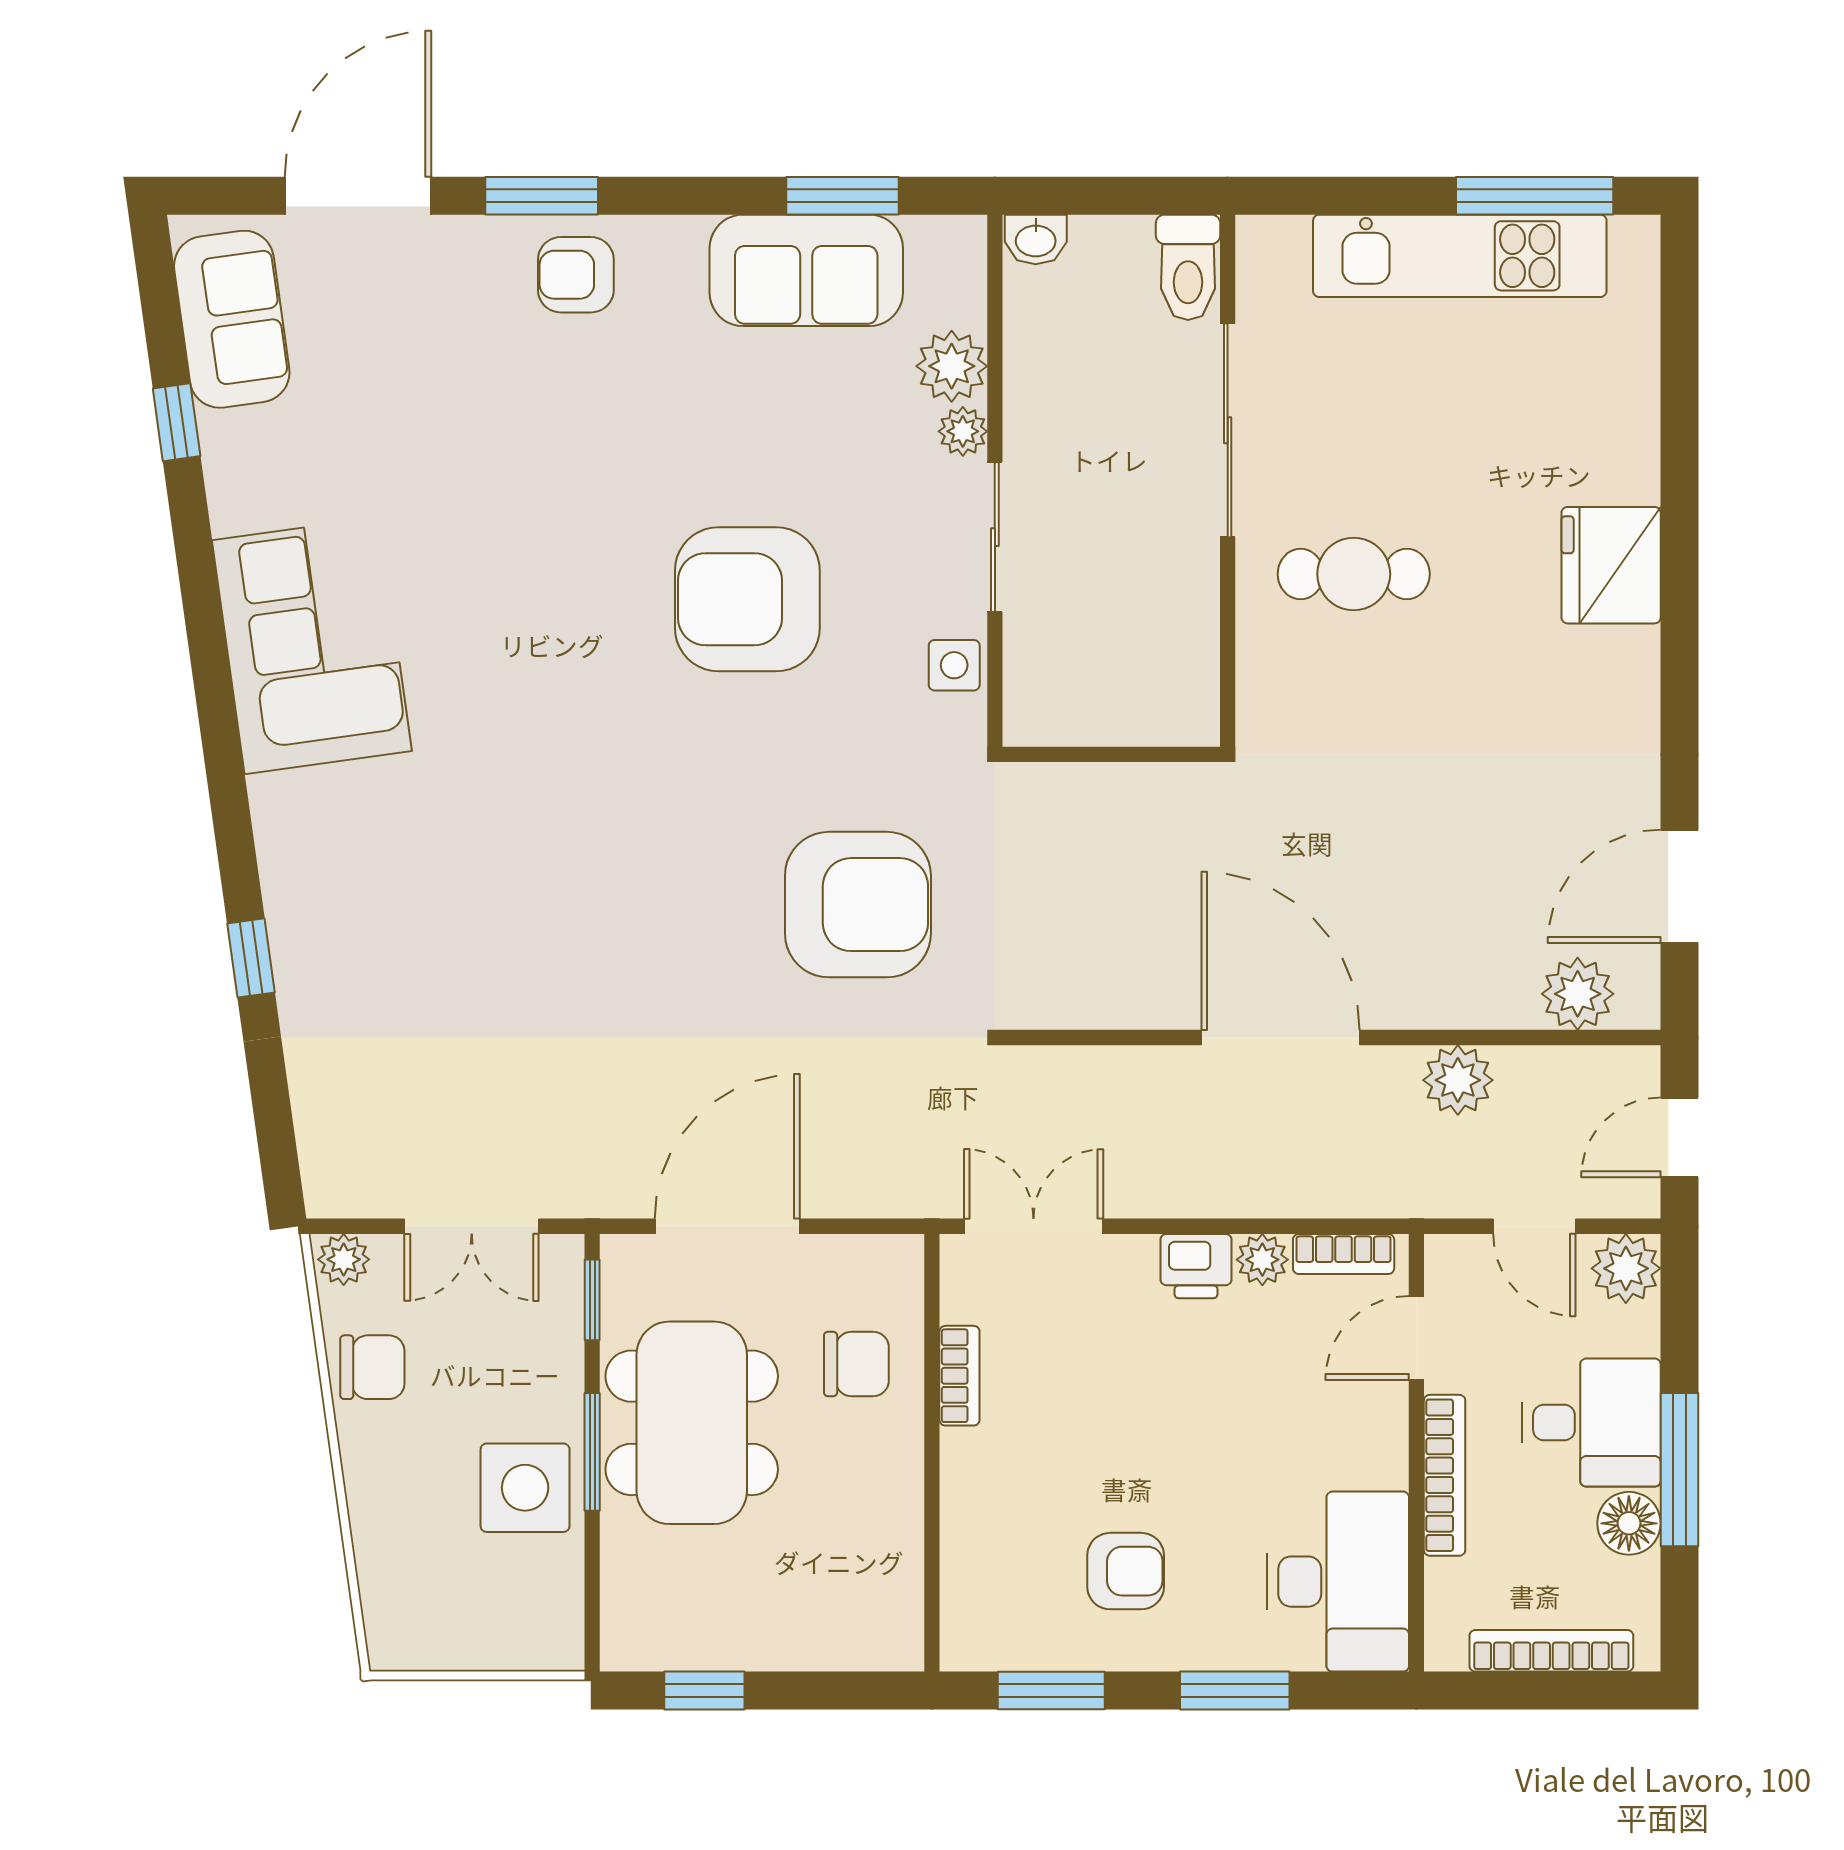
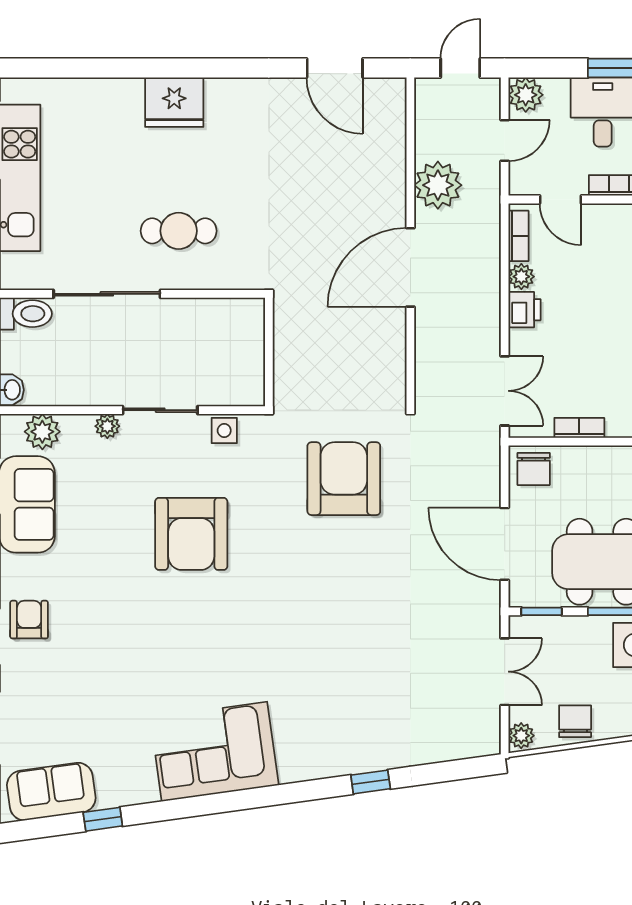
armchair: (576, 275) -> (29, 620), turned 180
plant: (952, 366) -> (42, 432), moved
cafe table: (1354, 574) -> (179, 231), turned 90
plant: (1578, 994) -> (388, 119), removed
plant: (1458, 1080) -> (438, 185), width x1.36, depth x1.36
door: (1679, 1137) -> (460, 68), swing flipped
double door: (1034, 1226) -> (505, 391), swing flipped
chair: (856, 1364) -> (534, 469), moved, turned 180

